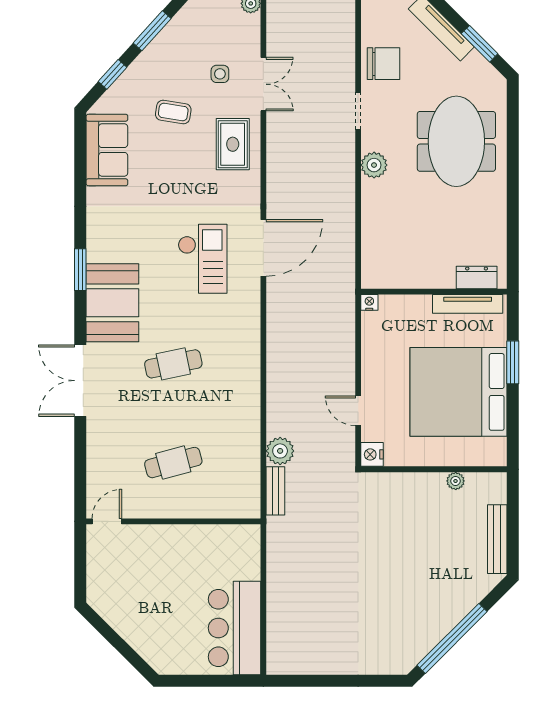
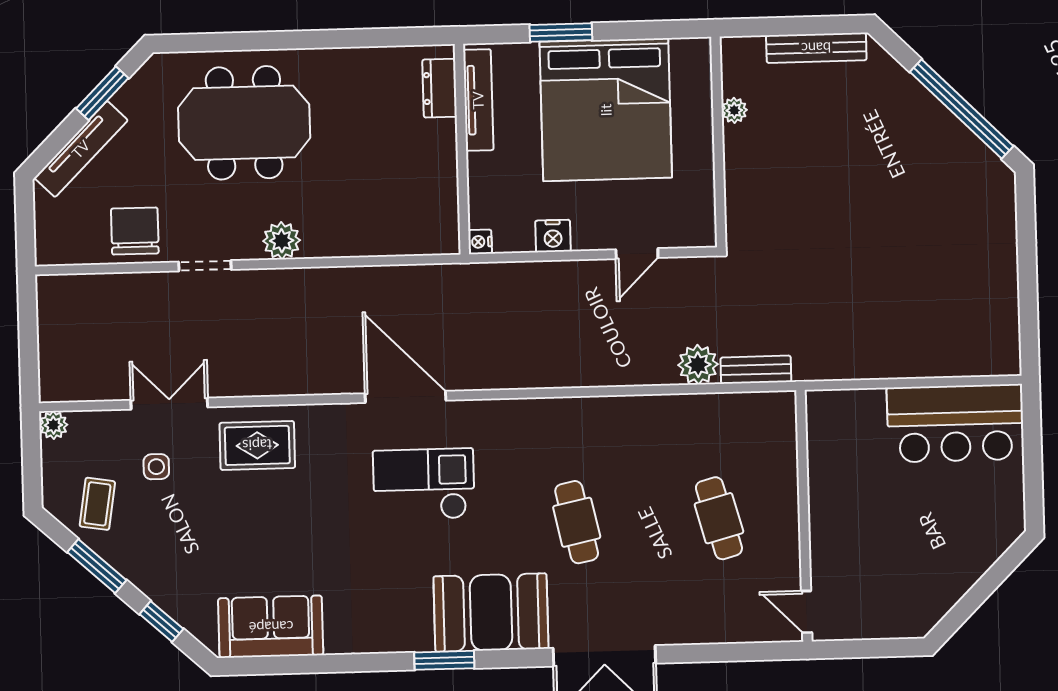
coffee table: (173, 112) -> (97, 504), moved
nightstand: (372, 454) -> (553, 236), moved

